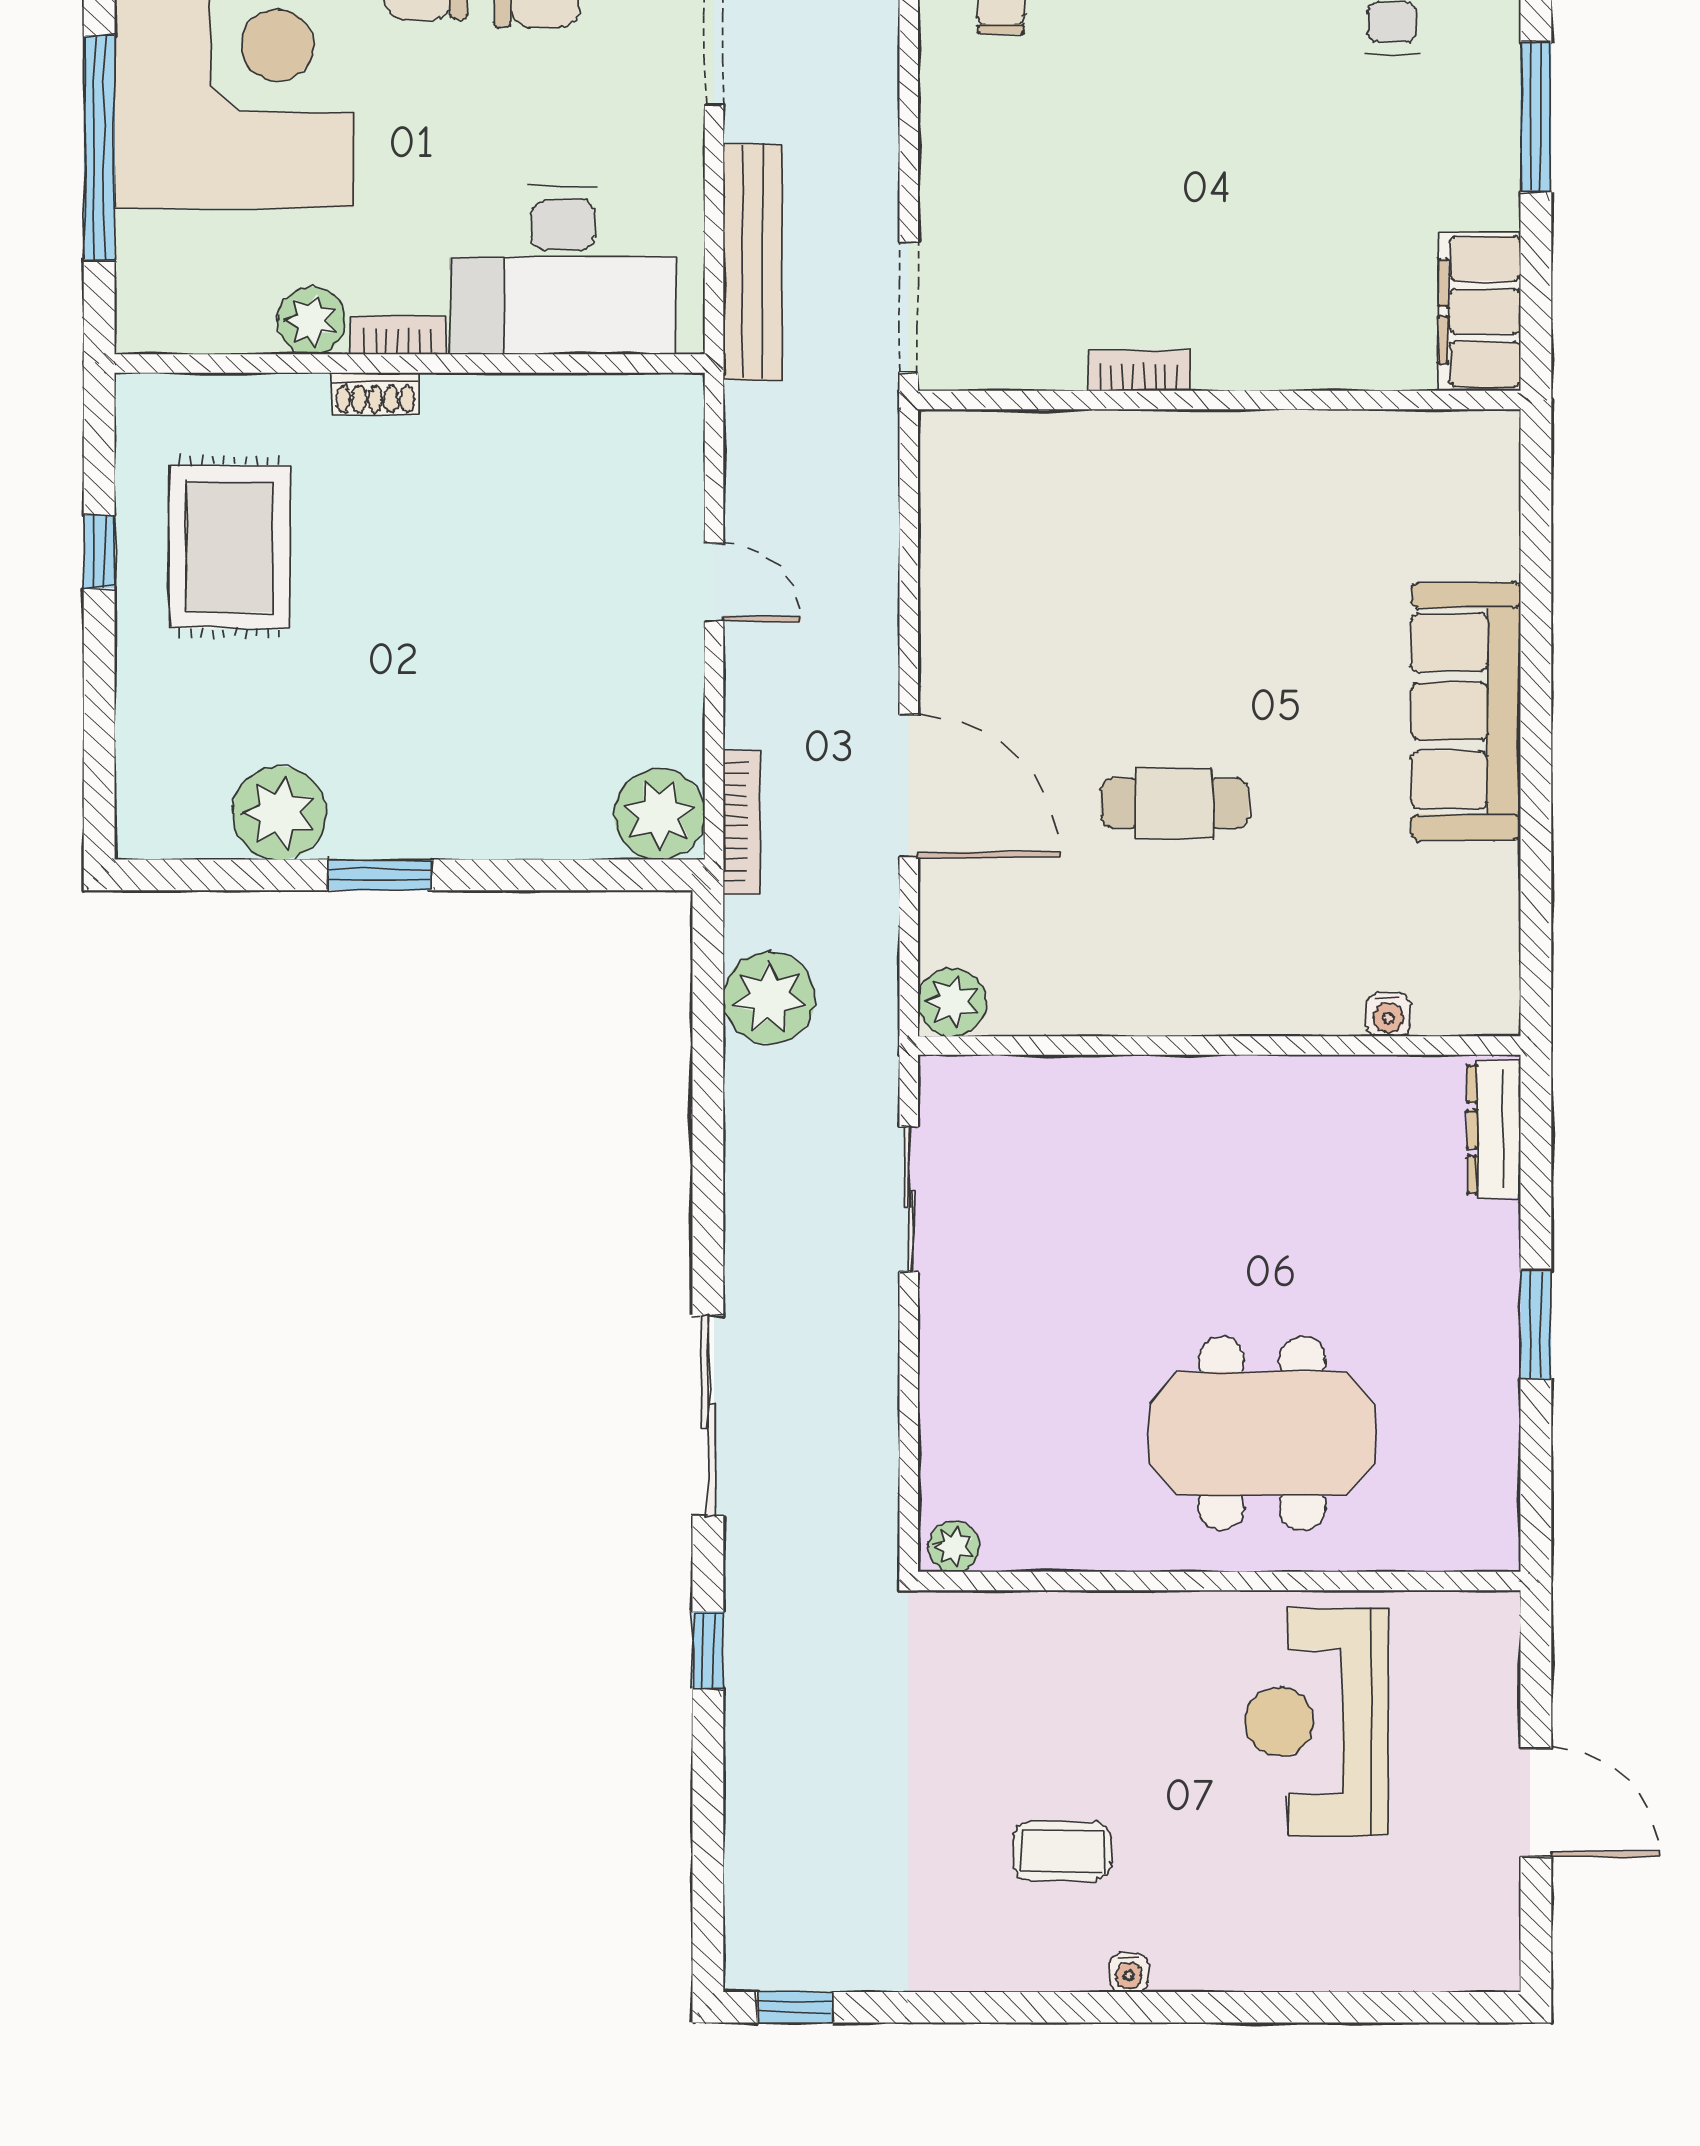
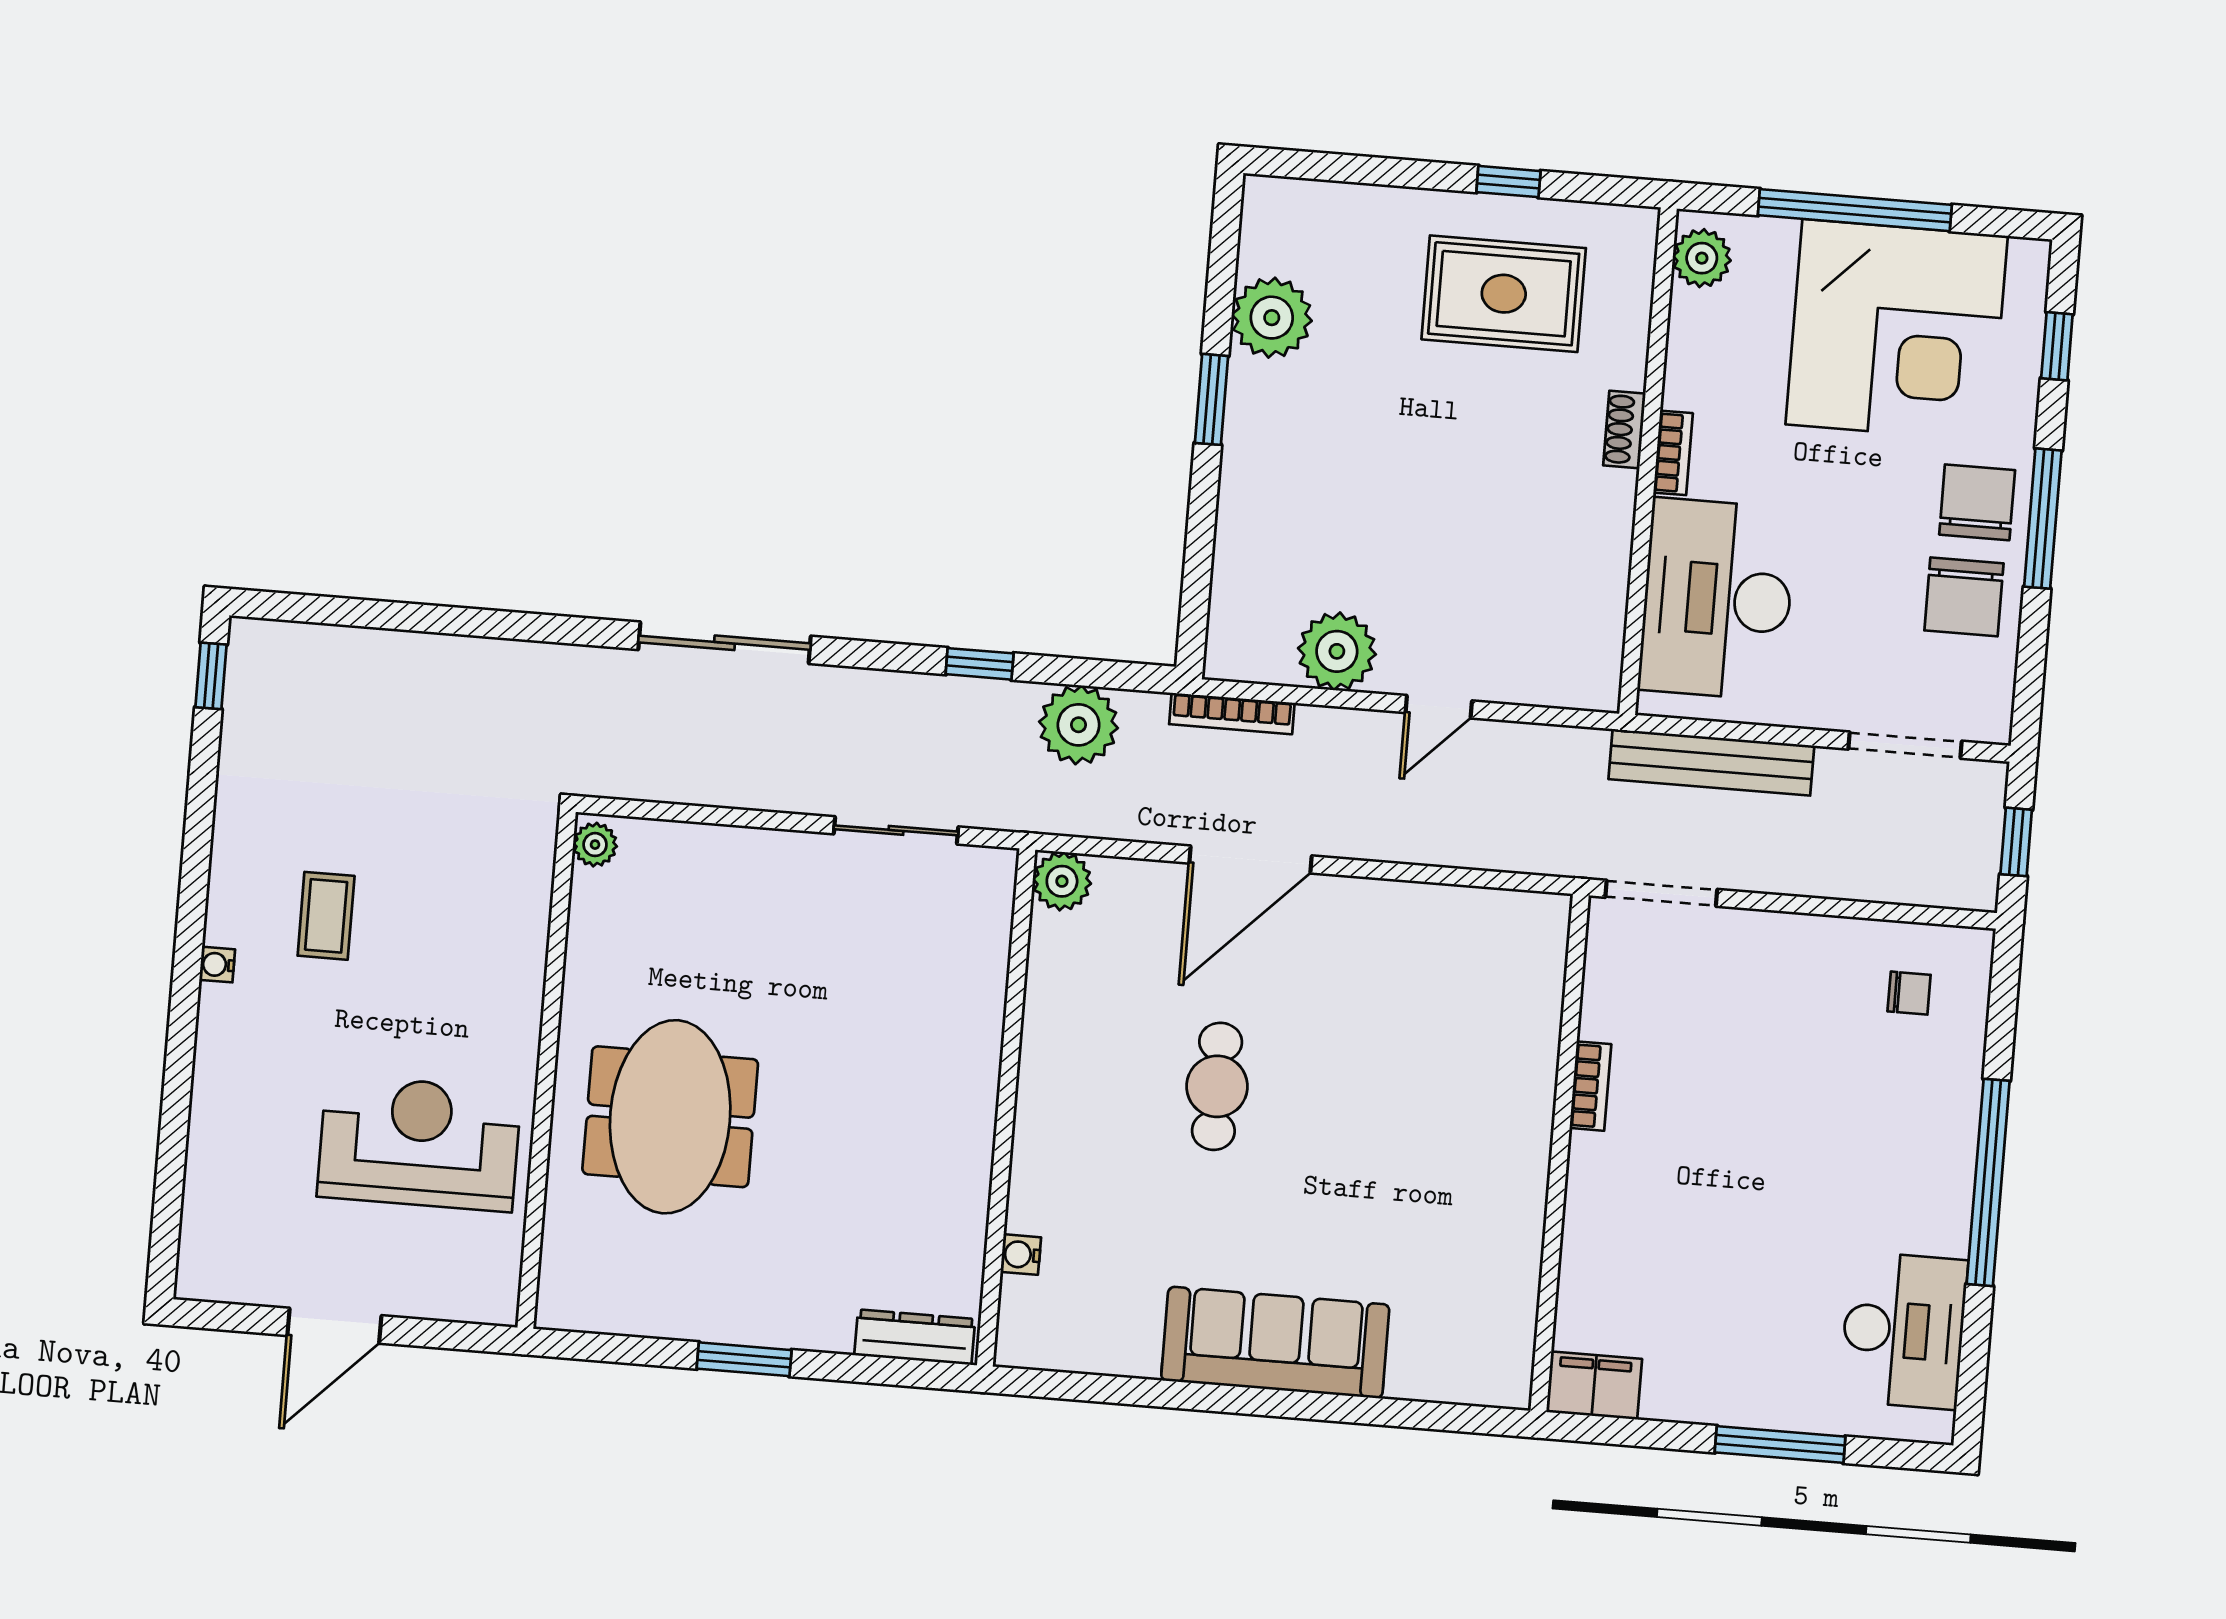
filing cabinet: (1479, 311) -> (1594, 1386), width x0.67, depth x0.86
plant: (311, 321) -> (1702, 258), moved
plant: (659, 814) -> (1337, 651), moved
window: (708, 1650) -> (980, 664), moved

